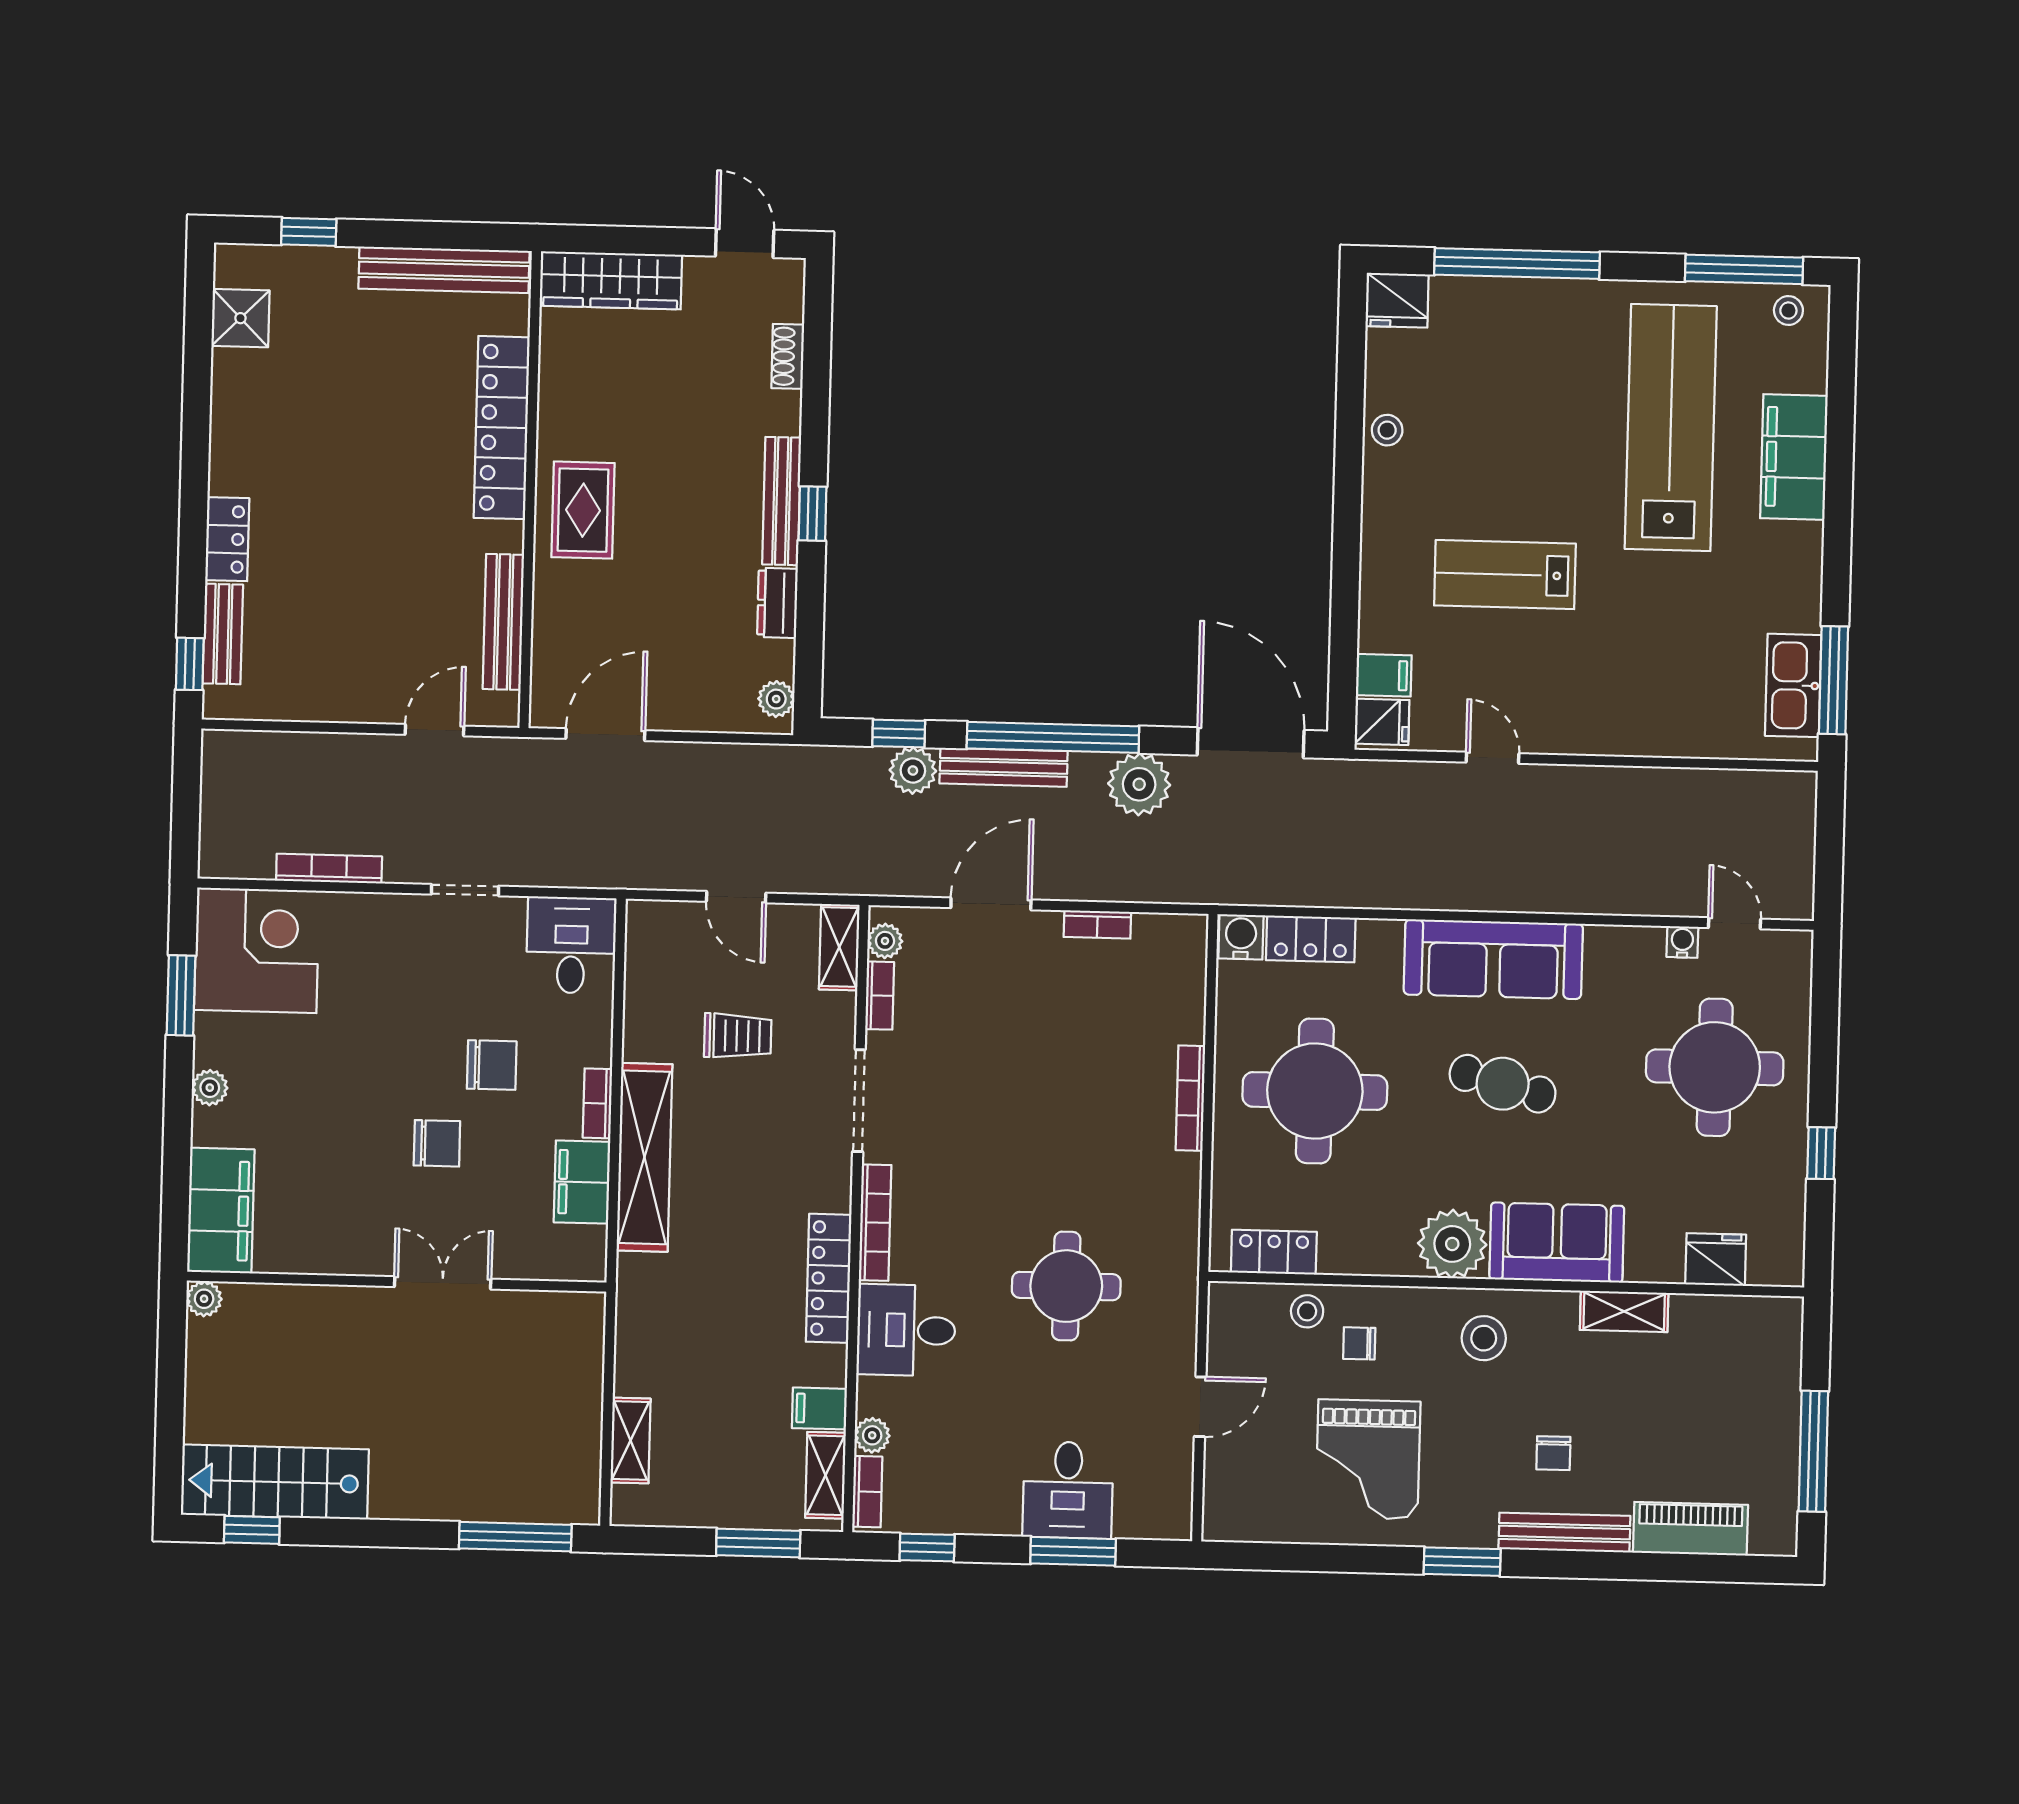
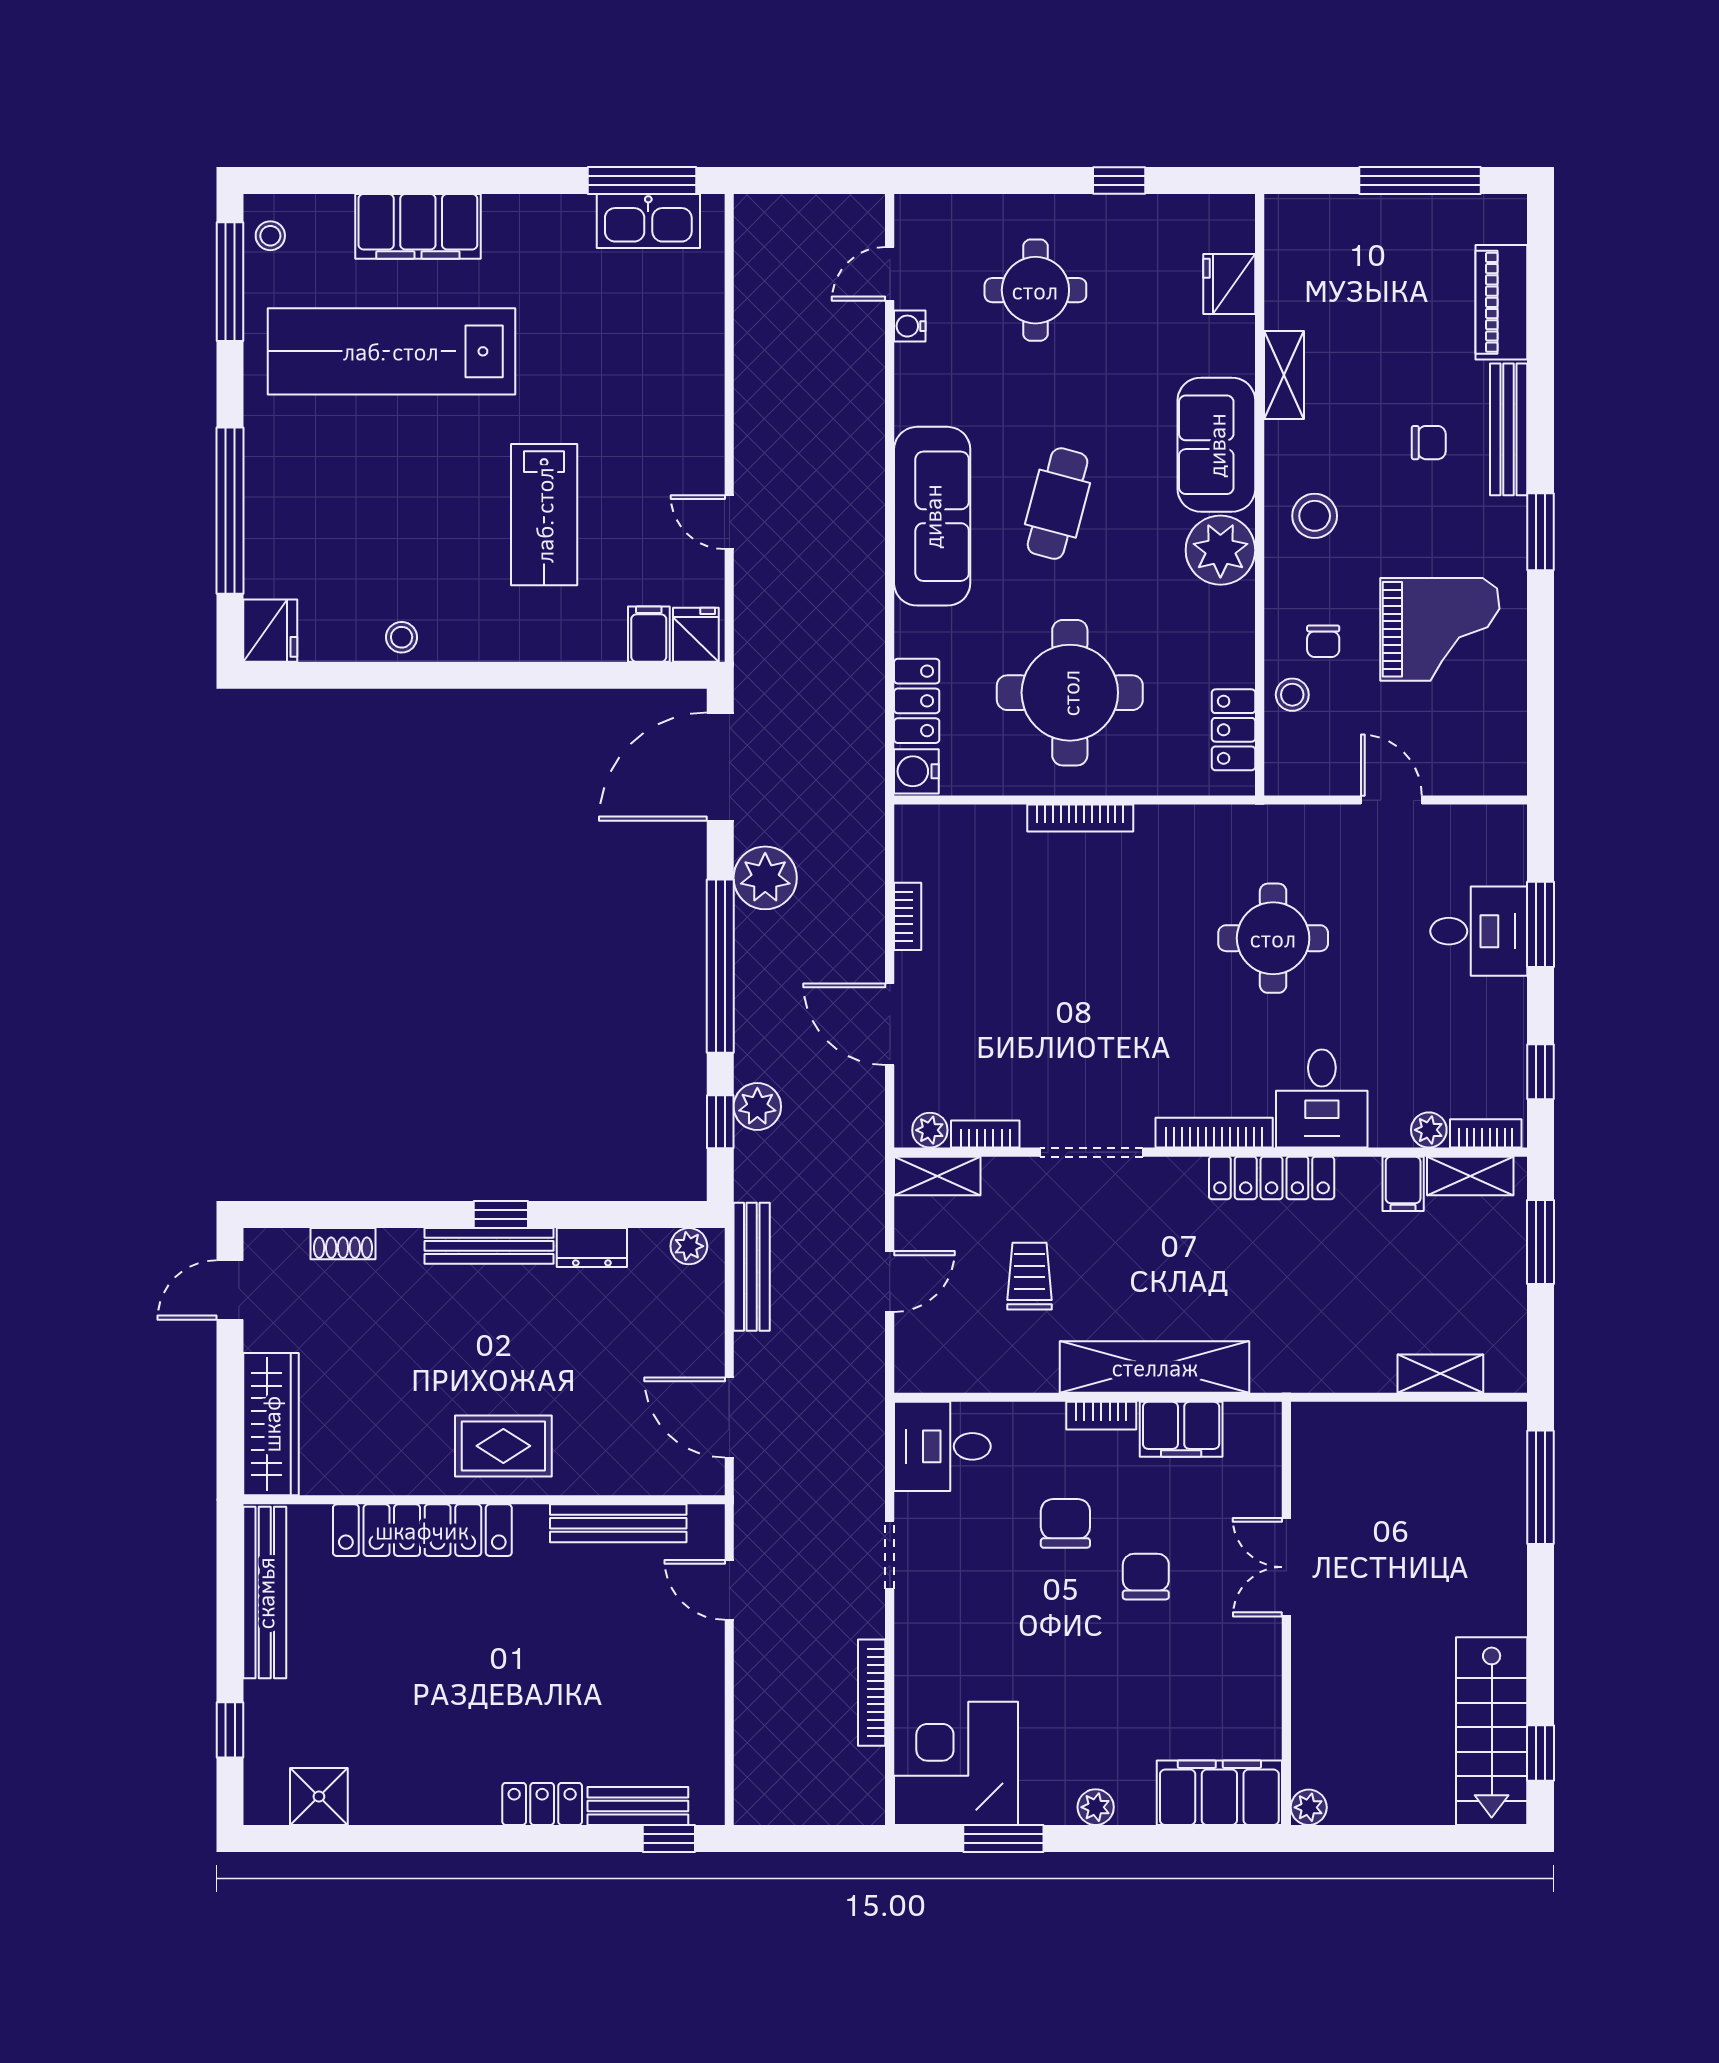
door: (1493, 758) -> (729, 522), hinge flipped
bench: (1004, 767) -> (752, 1267), moved
round table: (1715, 1067) -> (1035, 290), width x0.73, depth x0.73

